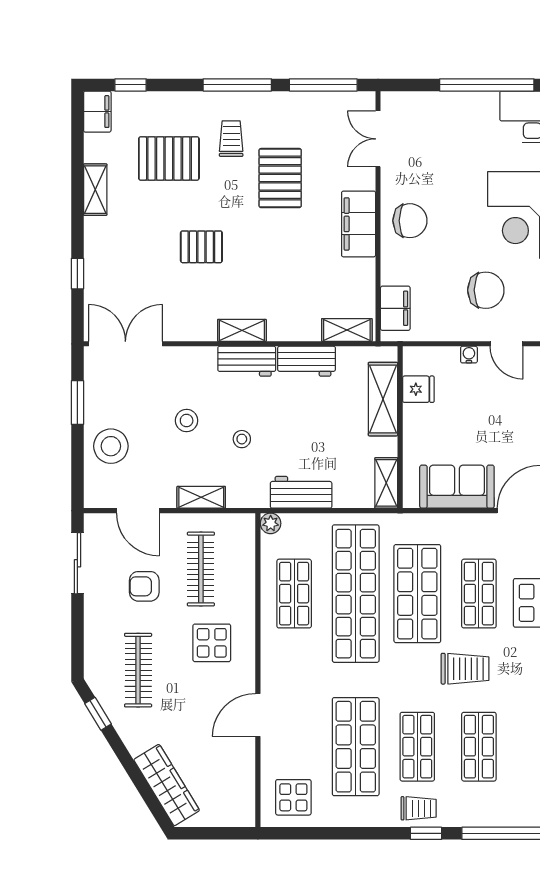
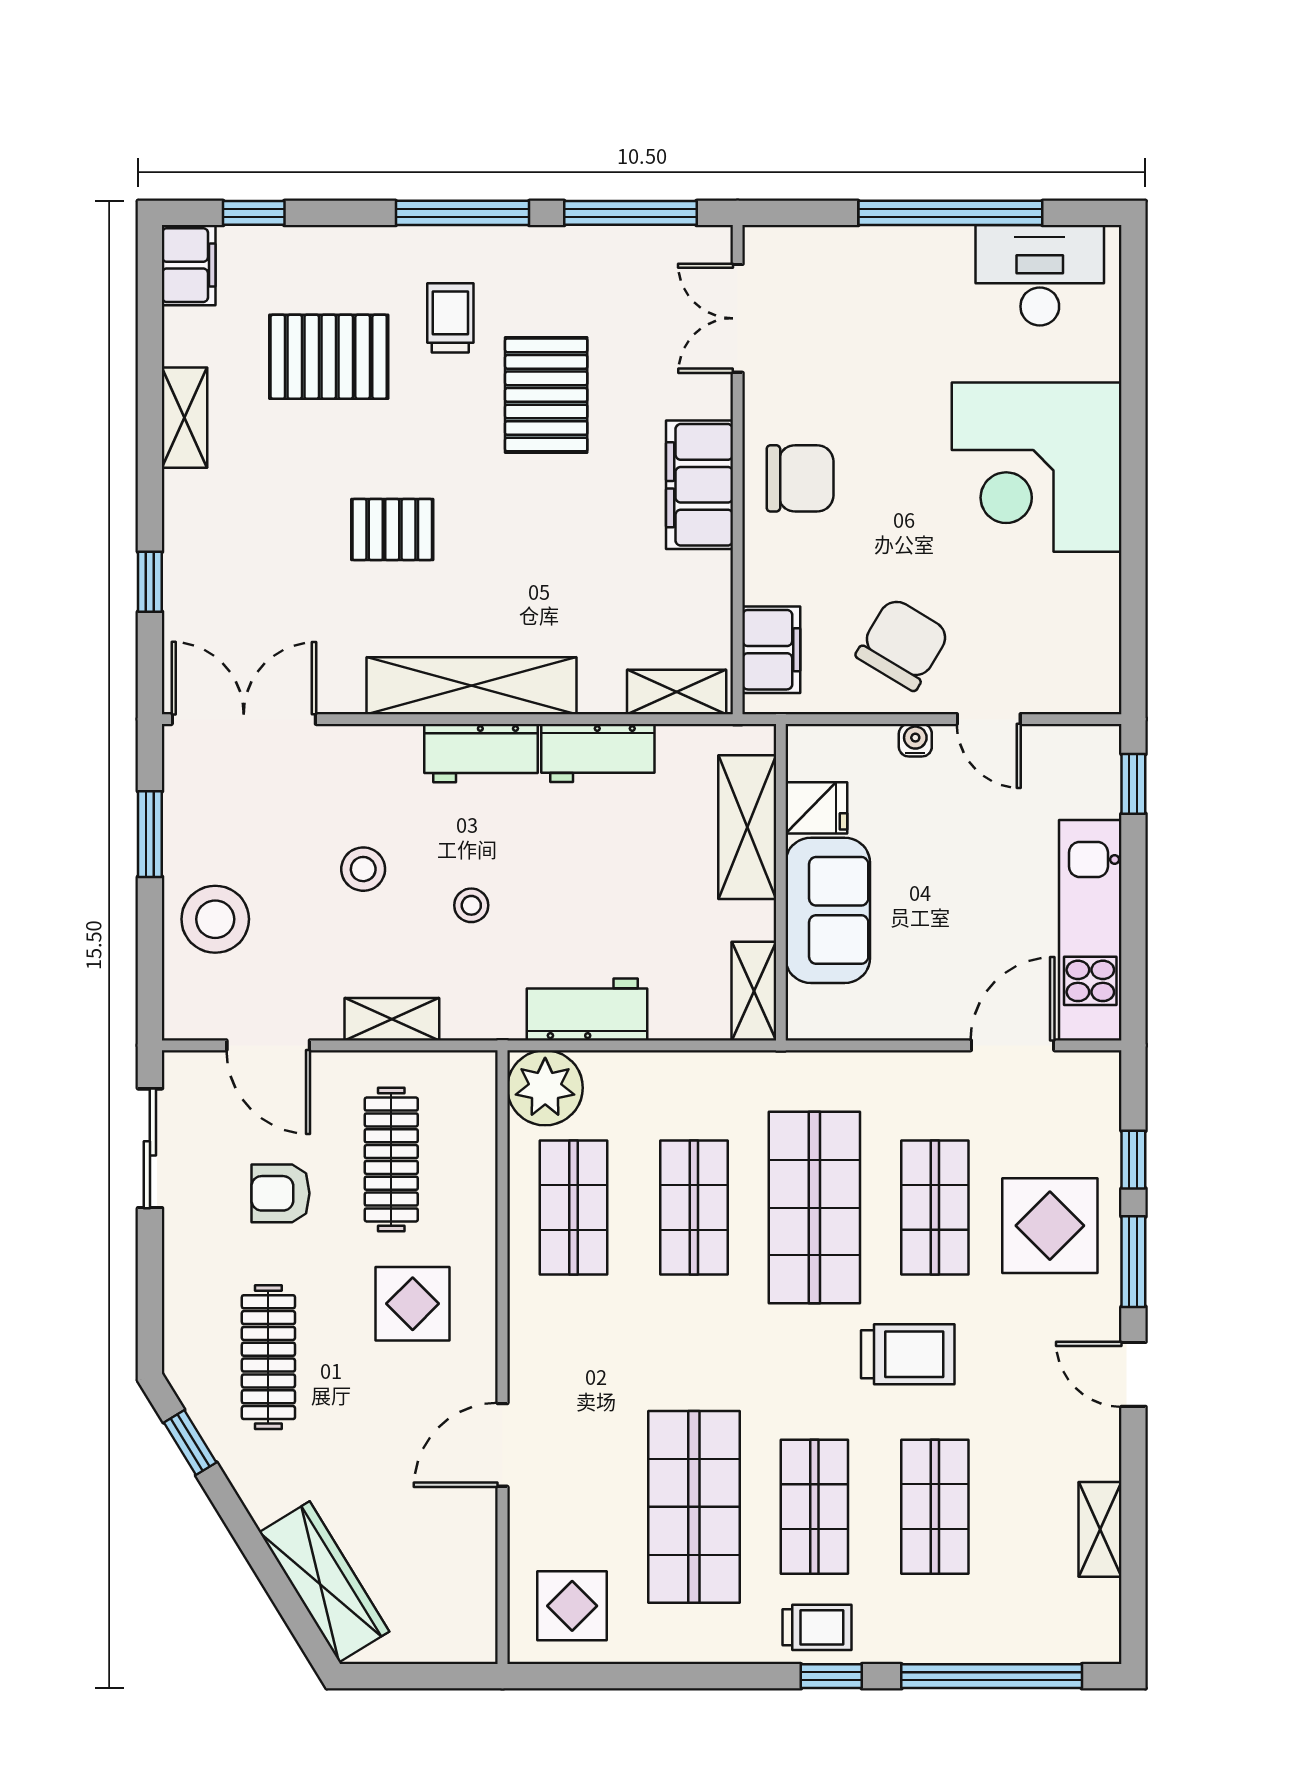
chair: (486, 290) -> (903, 644), moved, turned -59
shelving: (242, 330) -> (471, 686), width x2.20, depth x1.33
sofa: (457, 487) -> (828, 910), moved, turned 90
plant: (271, 523) -> (545, 1088), width x1.88, depth x1.88
shop shelf: (356, 594) -> (694, 1208), width x0.50, depth x0.74

